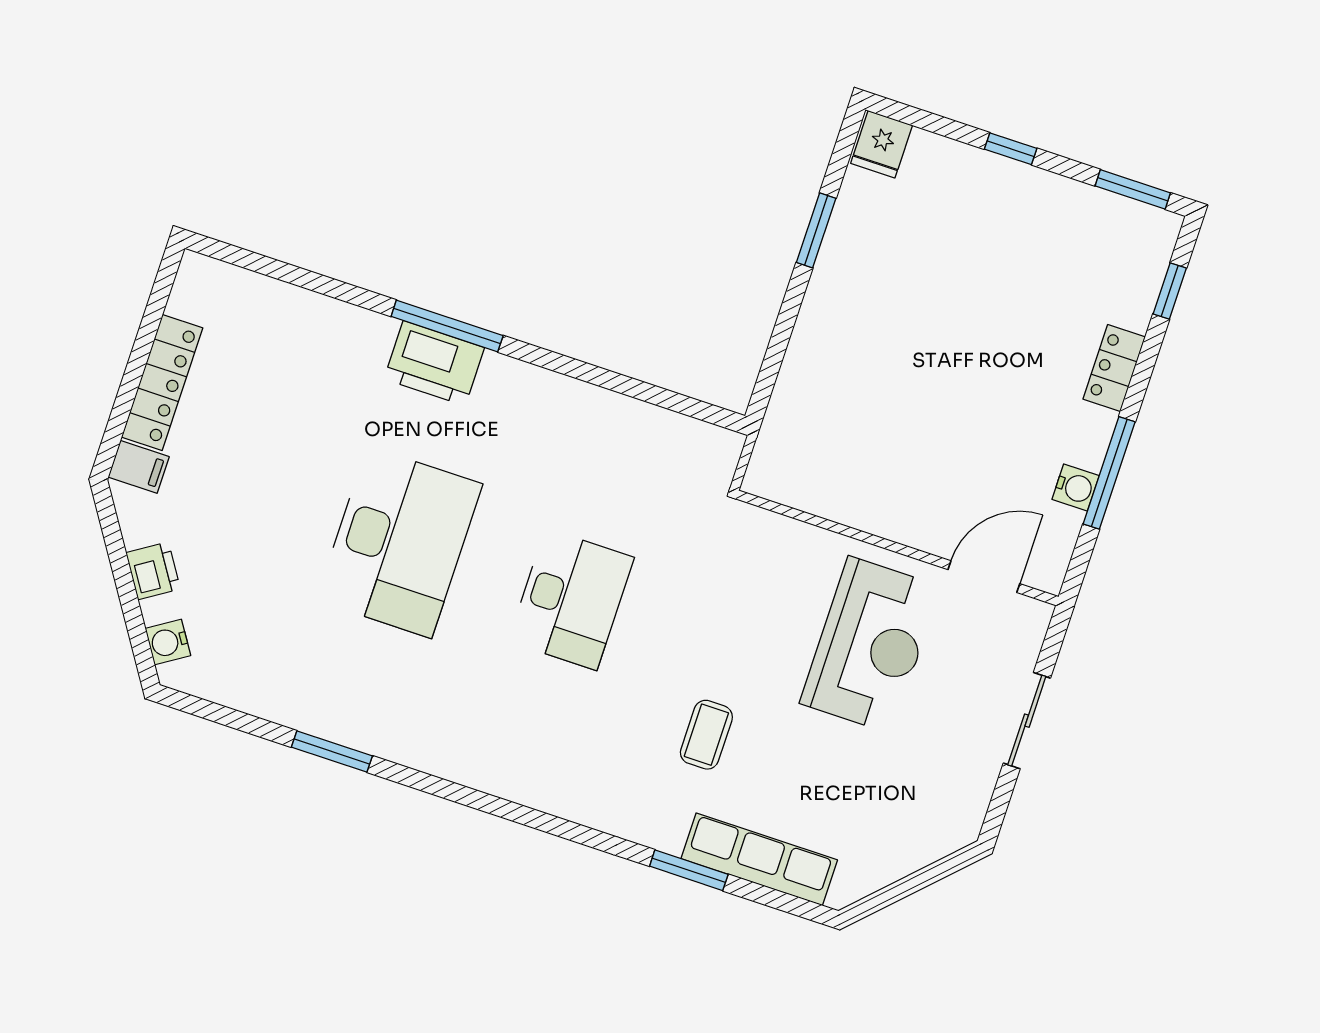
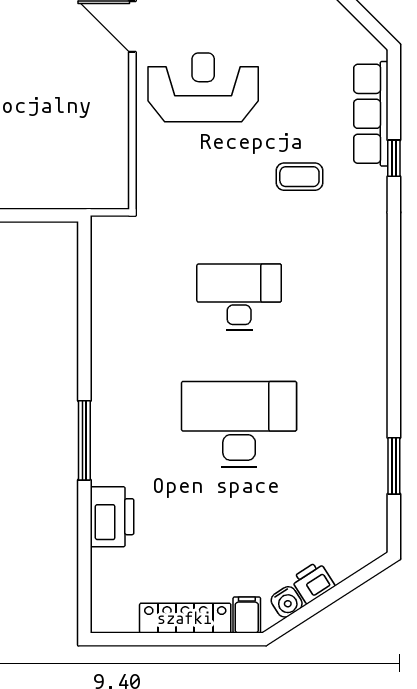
printer: (434, 363) -> (112, 517), moved
water cooler: (168, 642) -> (287, 602), moved
window: (332, 752) -> (394, 466), moved
window: (689, 870) -> (394, 158), width x0.67

